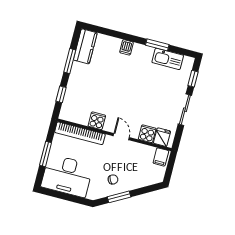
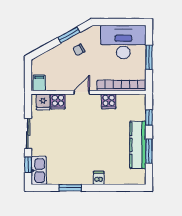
kitchen counter: (85, 46) -> (138, 145), moved, width x1.50
kitchen sink: (168, 59) -> (39, 171), moved, turned 90
door: (121, 137) -> (82, 92), swing flipped

